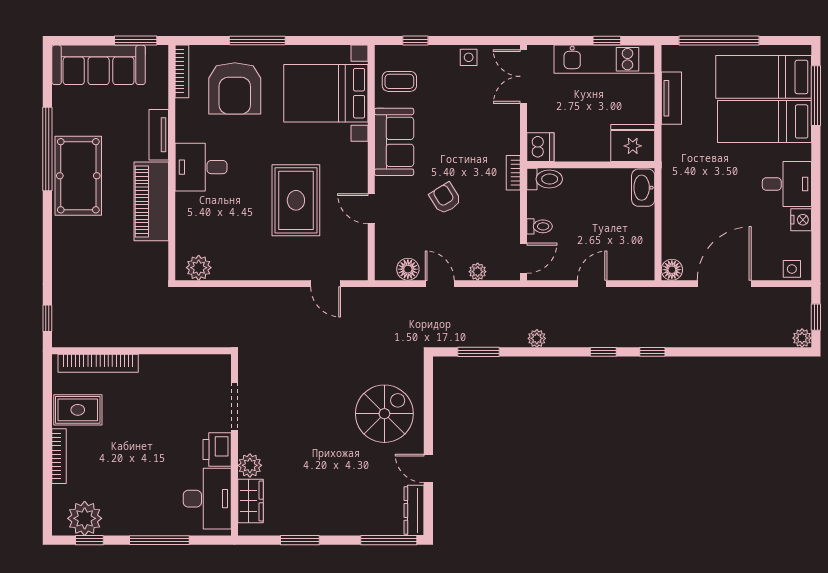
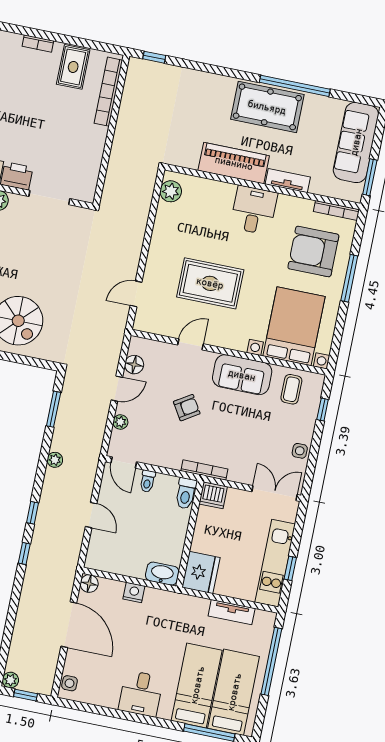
bookcase: (513, 173) -> (204, 470), width x1.56
nightstand: (801, 220) -> (134, 593), moved, turned 180
bookcase: (59, 456) -> (38, 44), width x0.64

